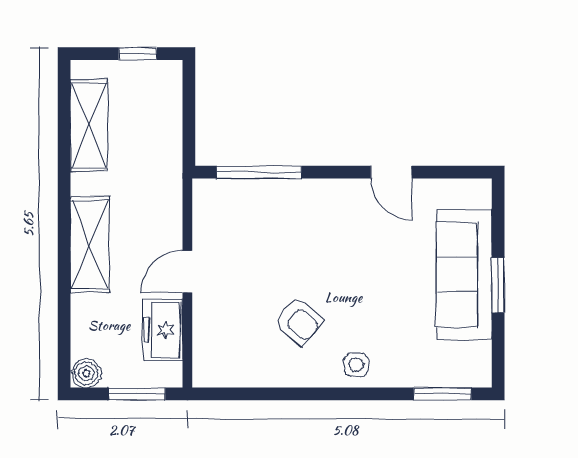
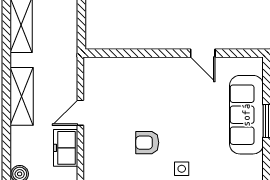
window: (259, 172) -> (123, 53), removed
armchair: (299, 321) -> (147, 143), turned 139

